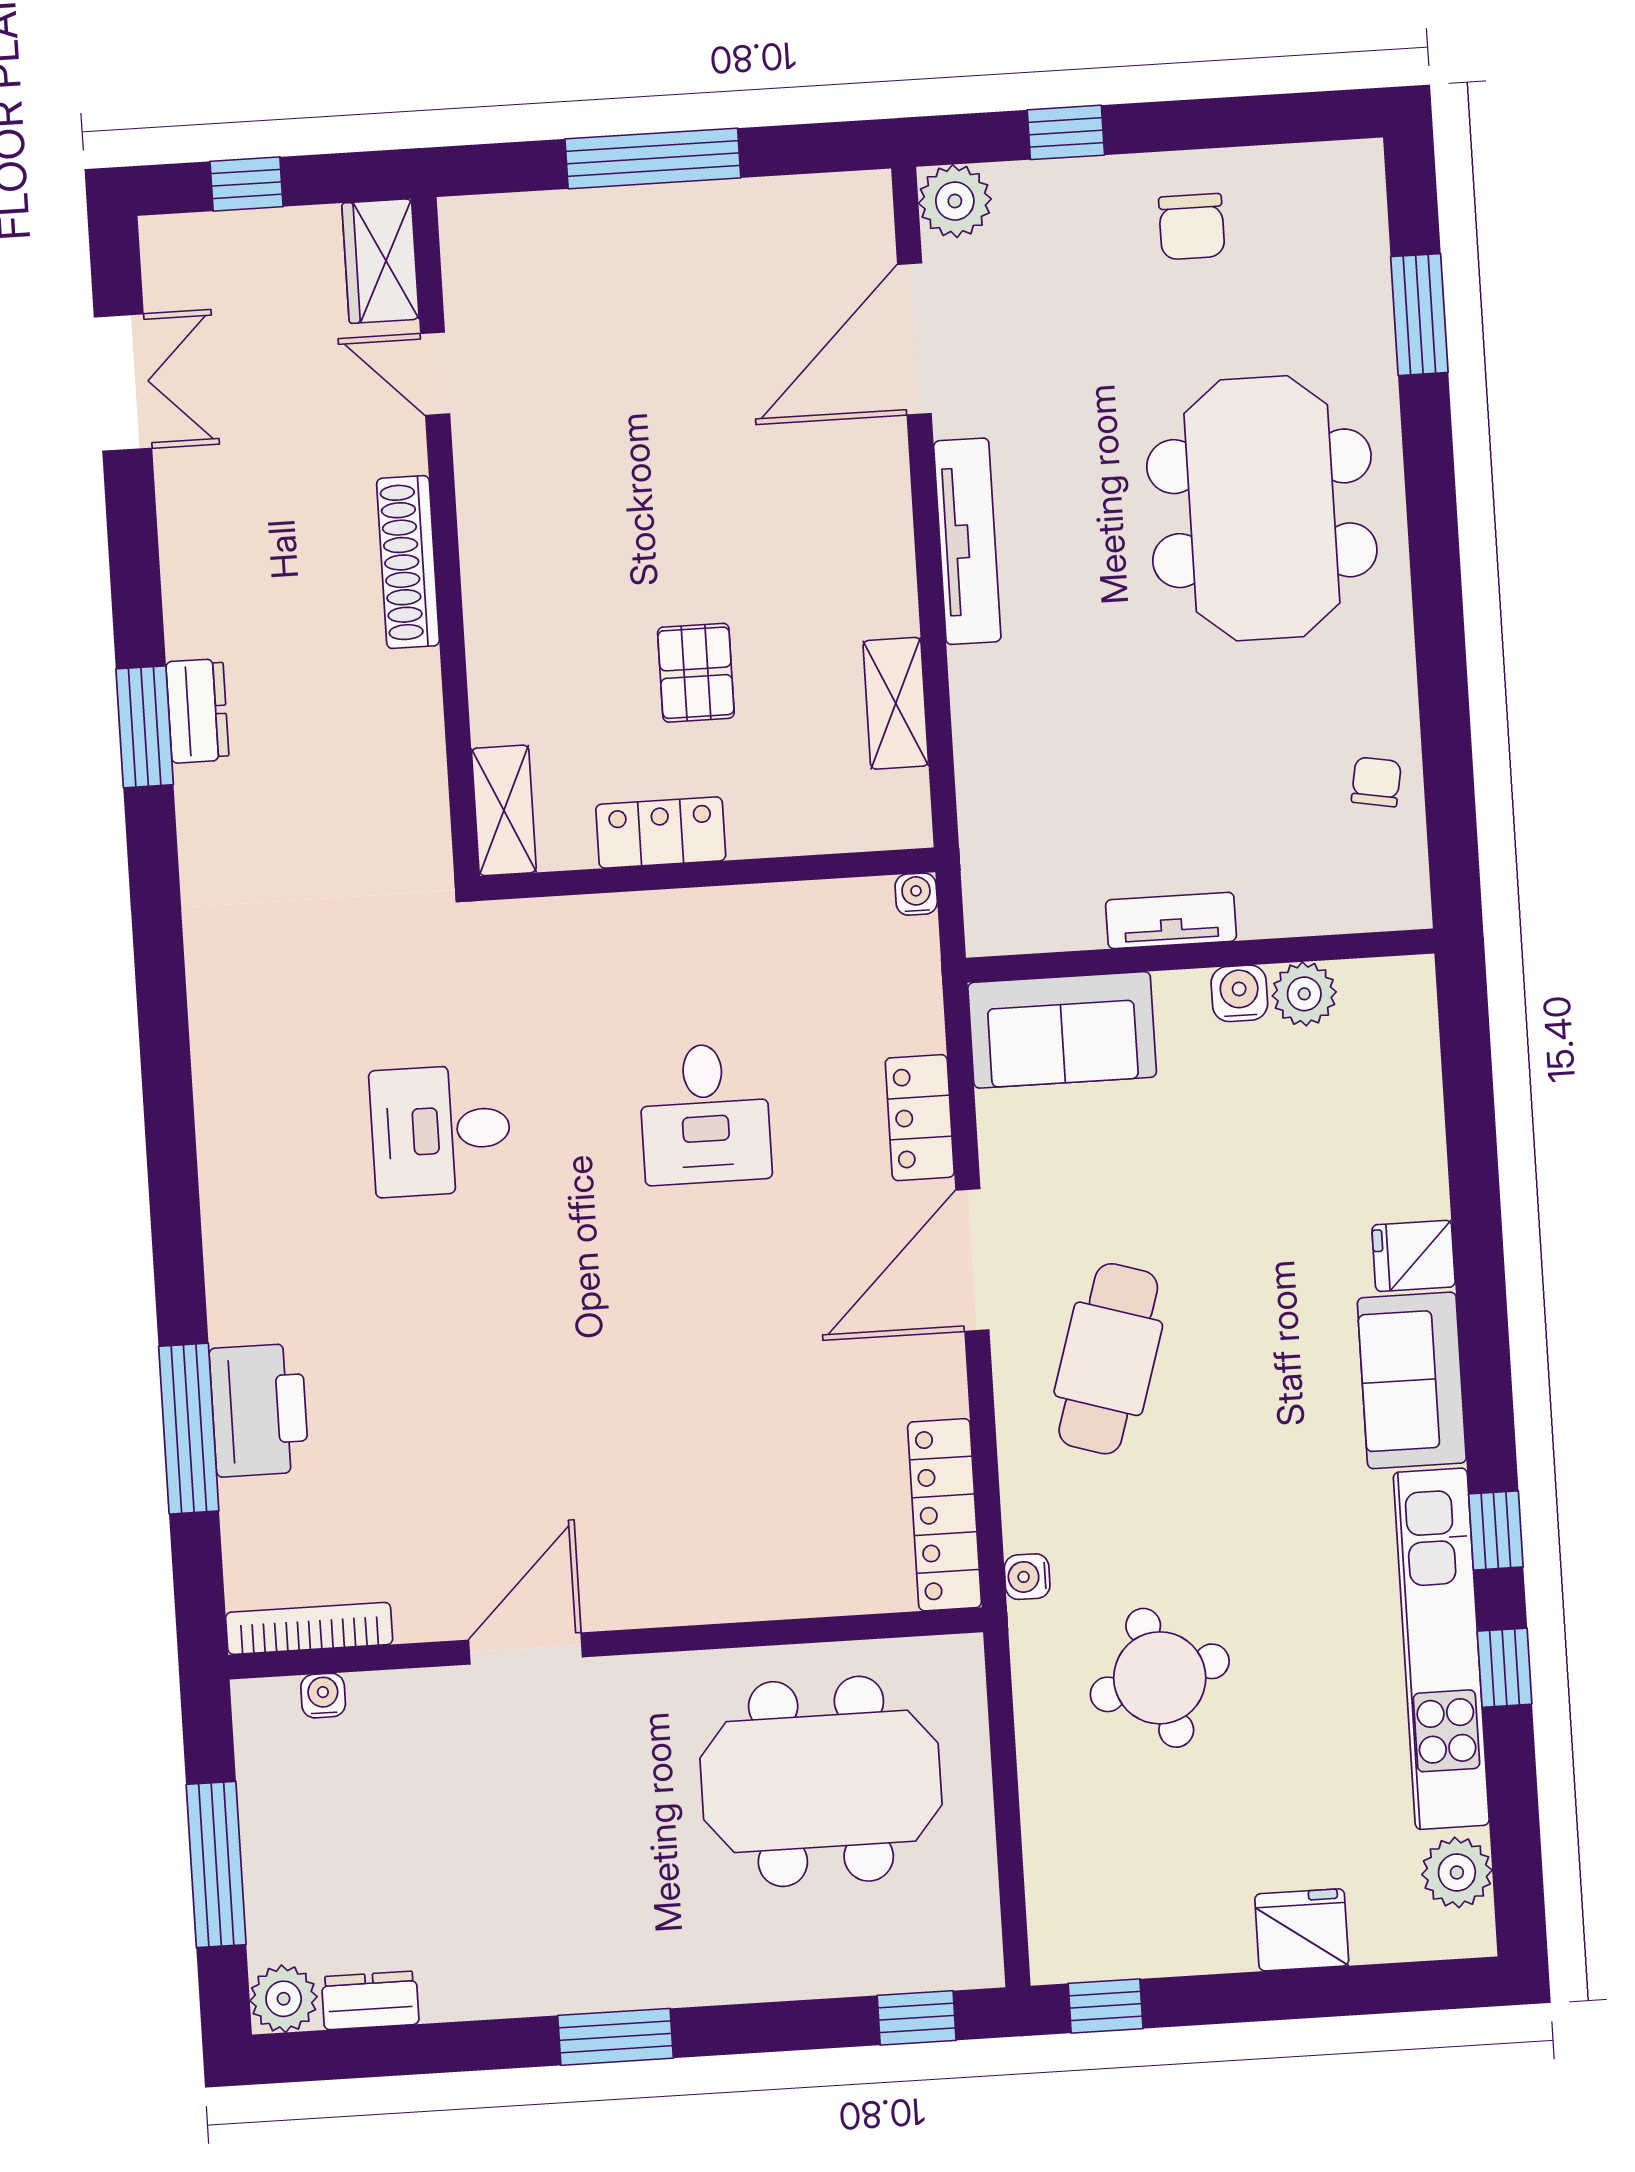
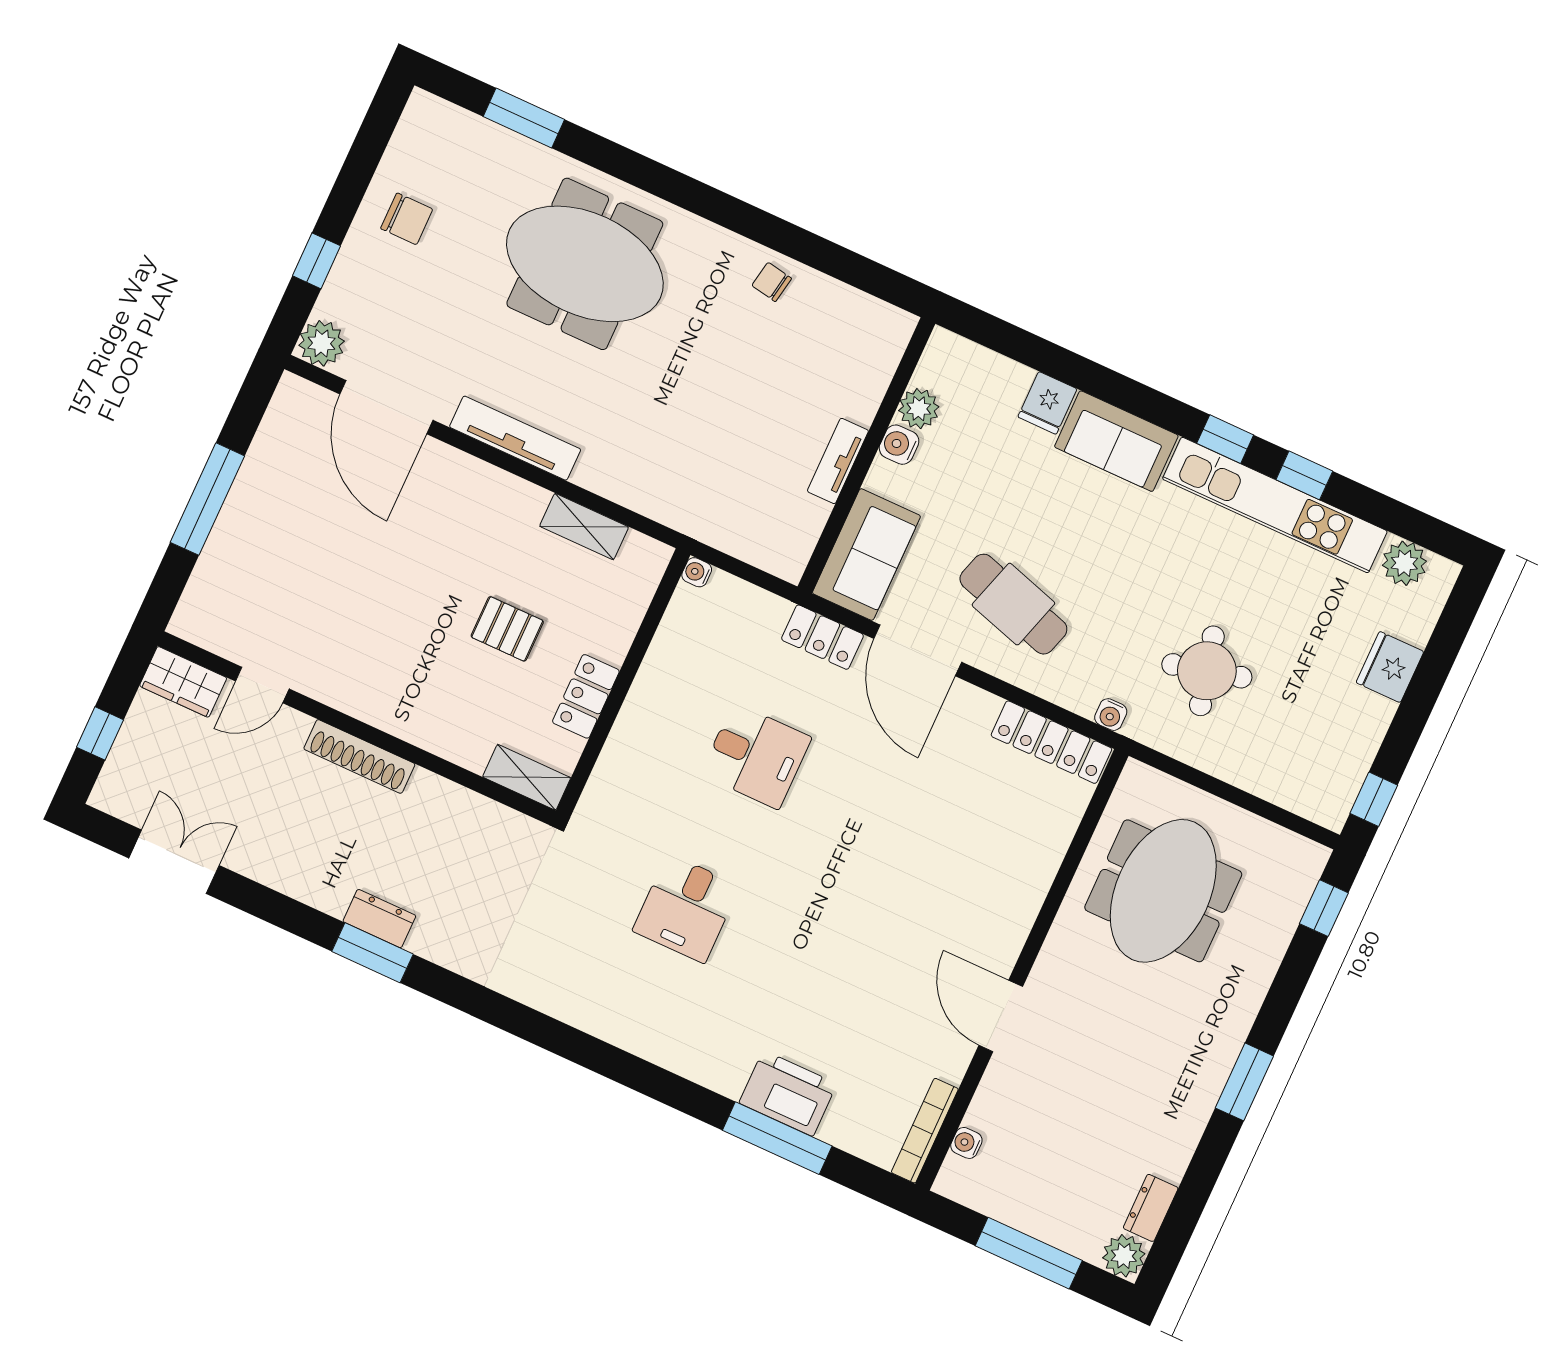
tv unit: (1171, 920) -> (838, 461), moved
wall: (1200, 956) -> (866, 455), moved
water cooler: (1239, 993) -> (899, 445), moved
plant: (1304, 994) -> (919, 409), moved
sofa: (1062, 1030) -> (866, 554), moved

